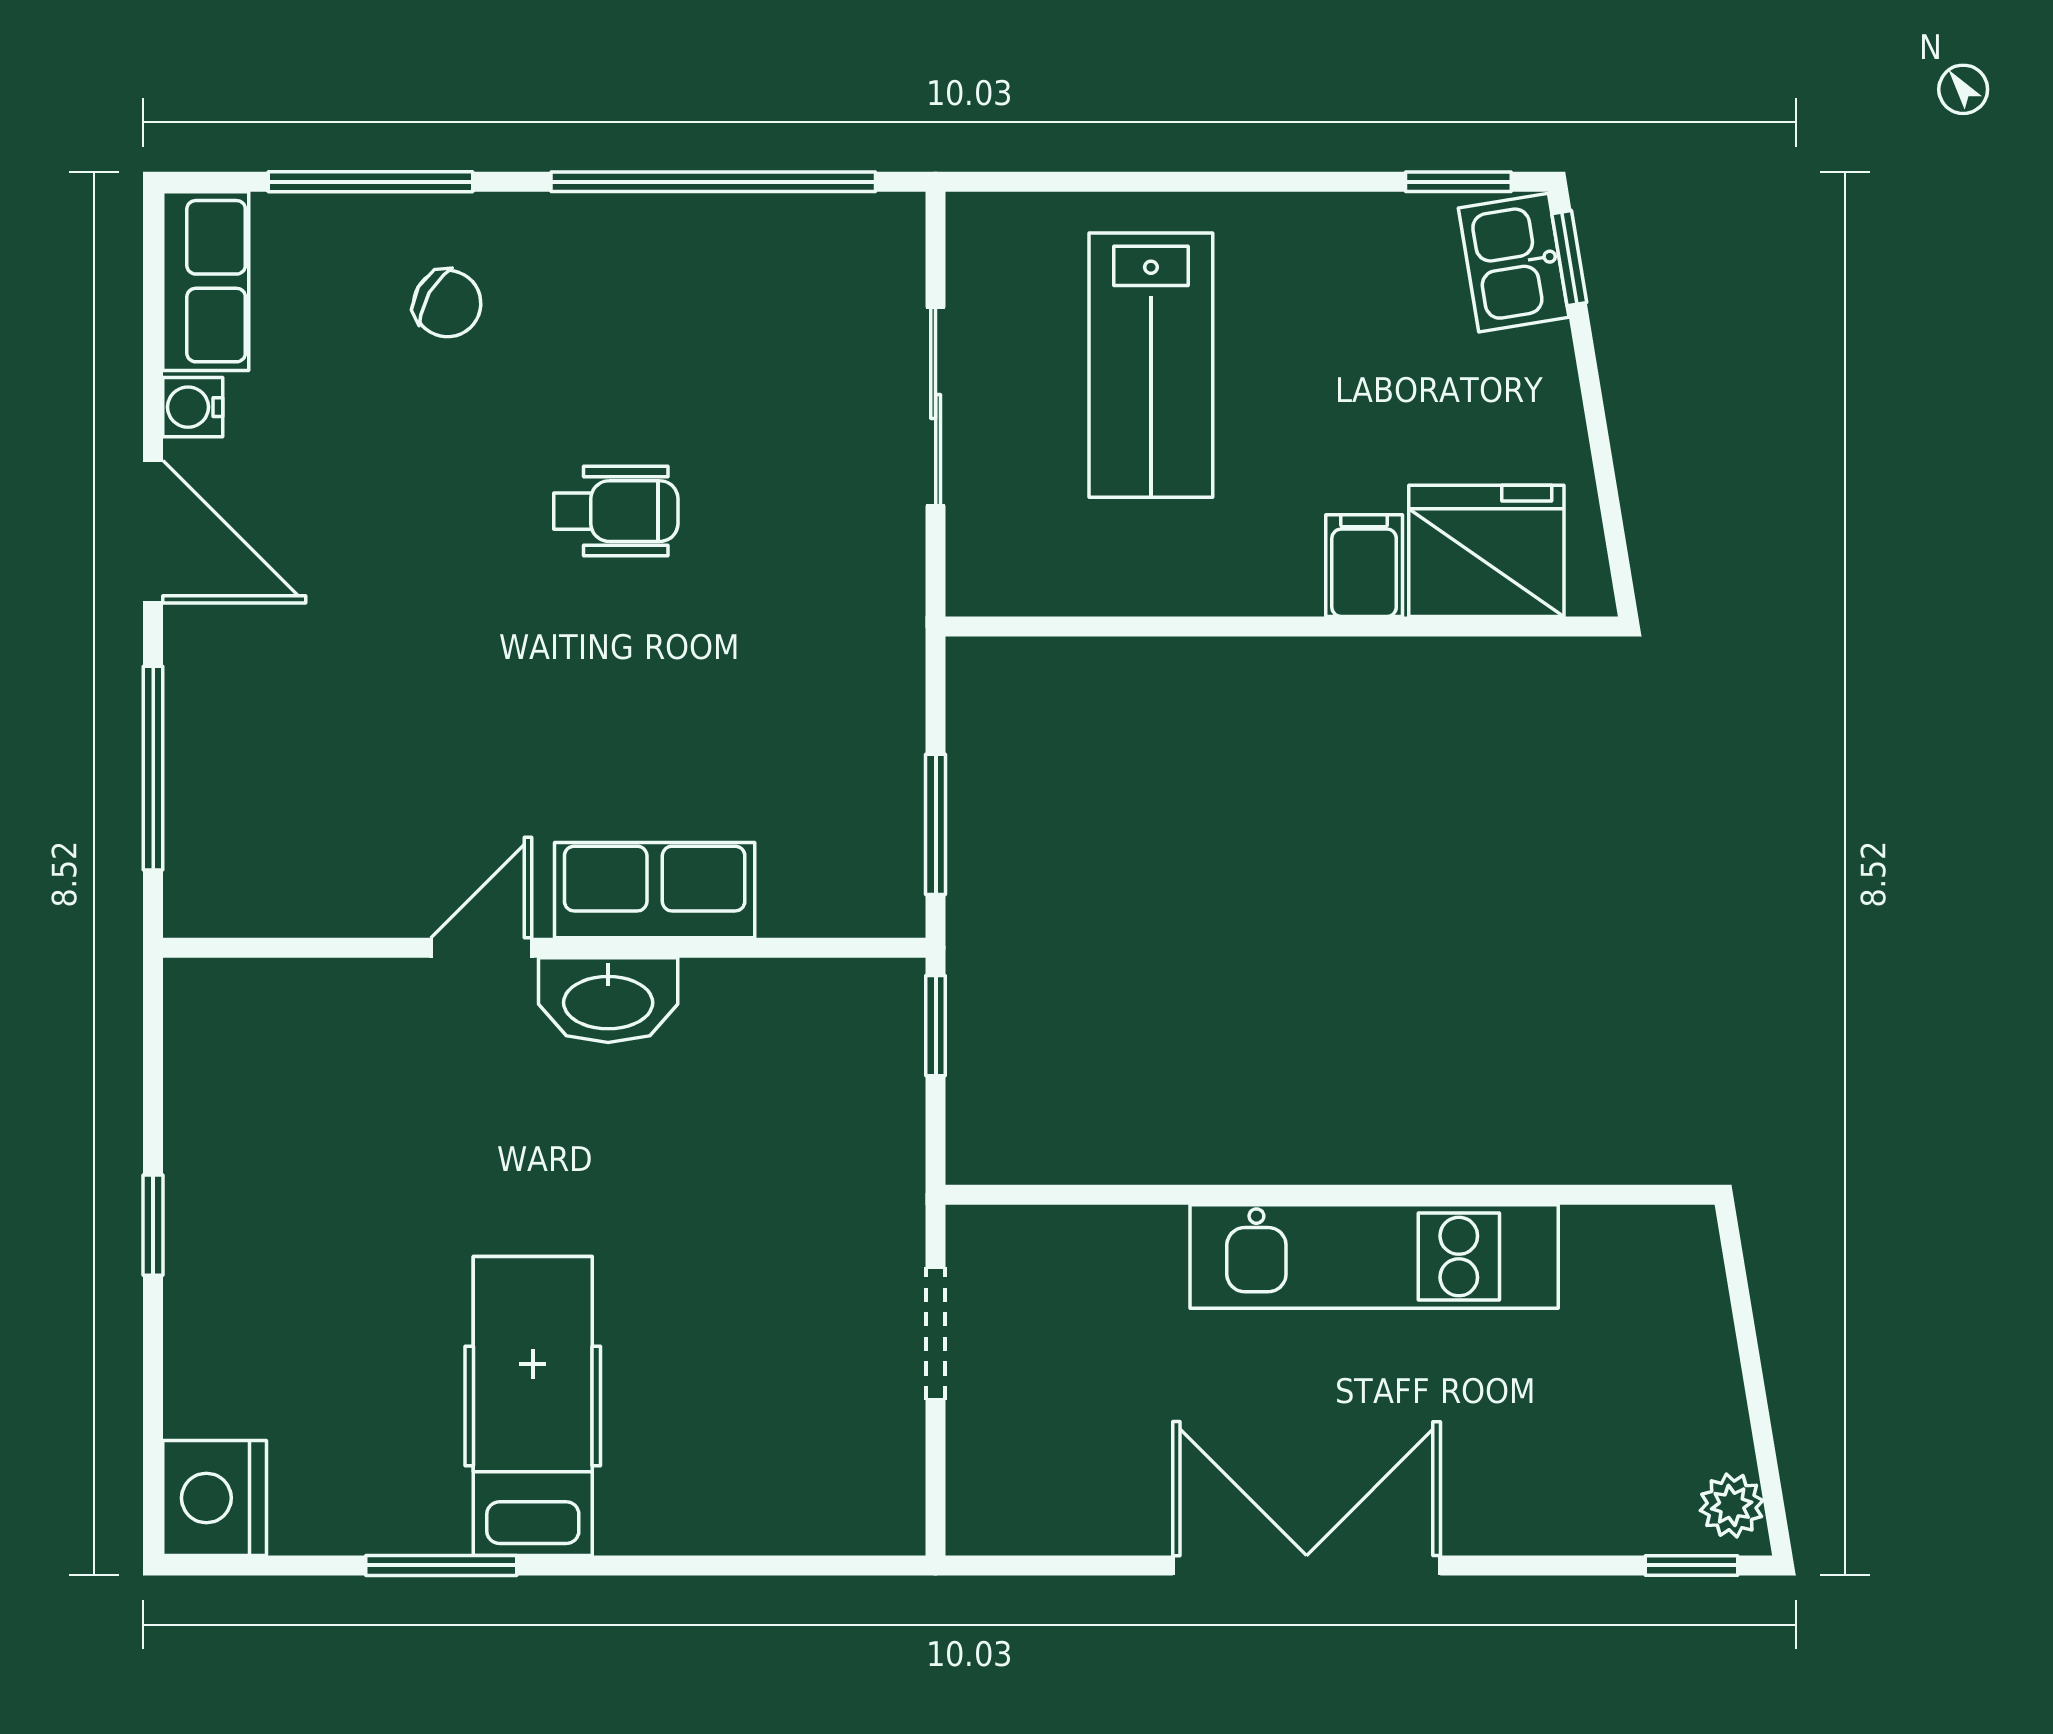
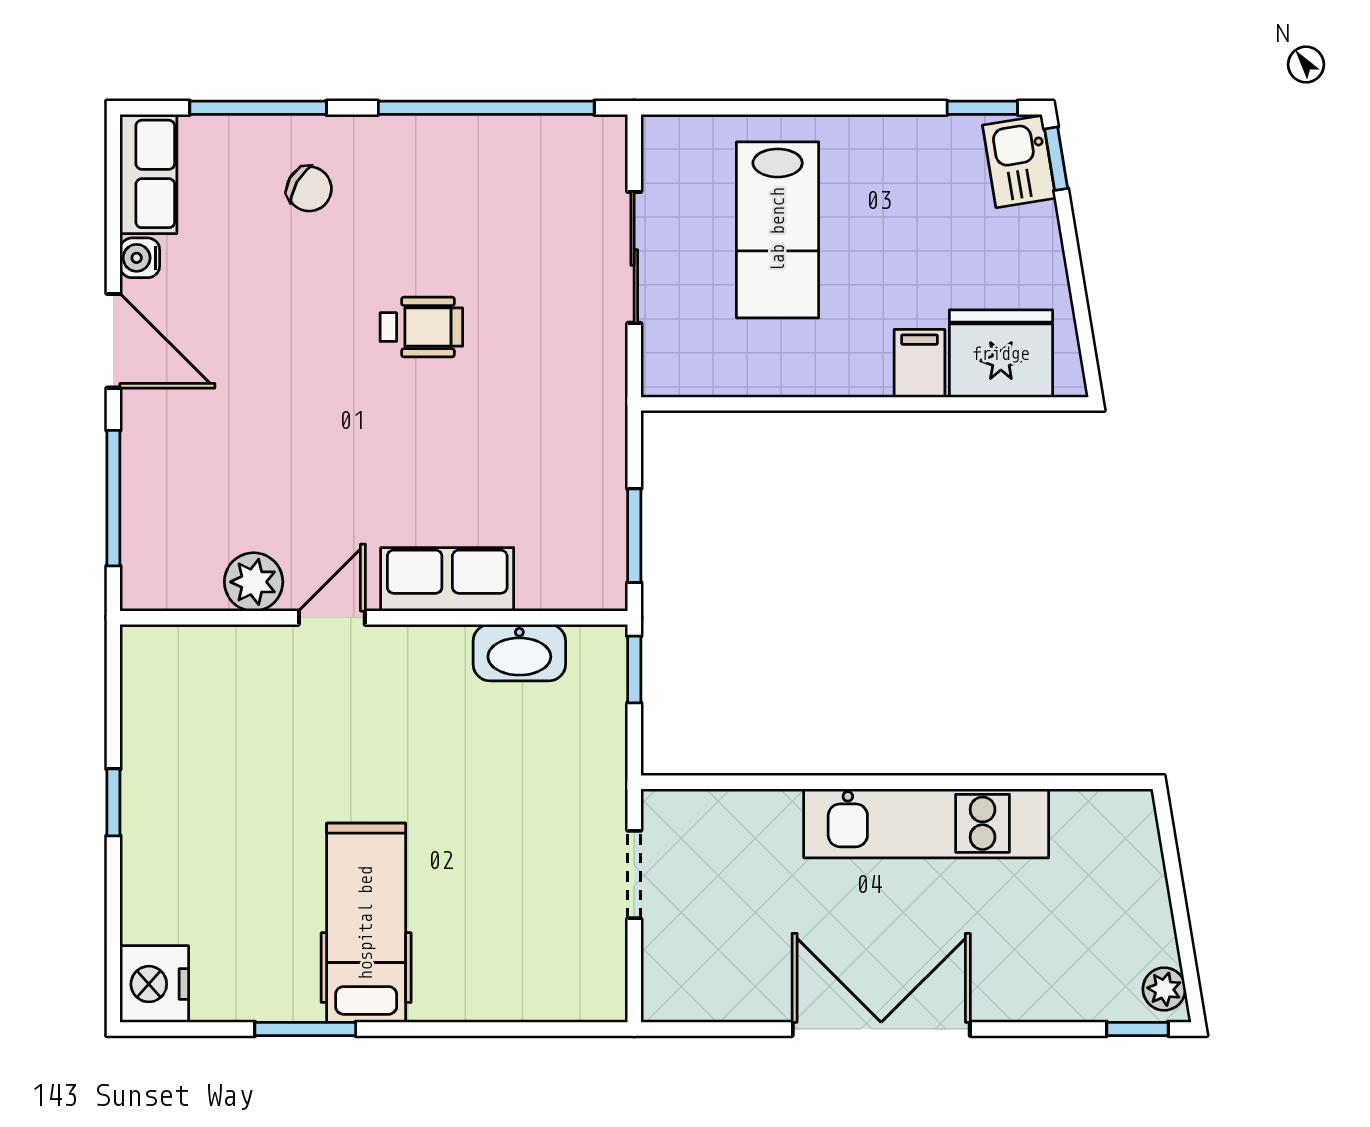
plant: (364, 894) -> (254, 582), added
washbasin: (608, 1000) -> (519, 653), moved

